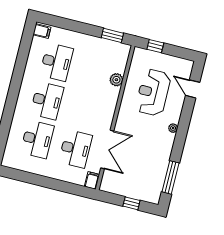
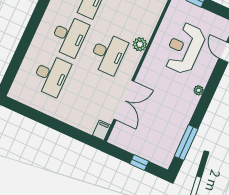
plant: (116, 80) -> (140, 44), moved
desk: (75, 149) -> (108, 54), moved

